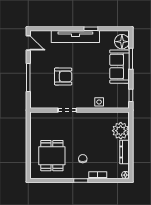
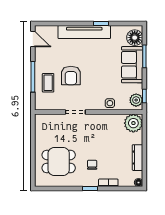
armchair: (63, 76) -> (71, 76), turned 90
coffee table: (42, 83) -> (48, 83), added
plant: (123, 99) -> (136, 100), added
plant: (121, 131) -> (133, 123), moved
dining table: (52, 156) -> (59, 161), turned 90

